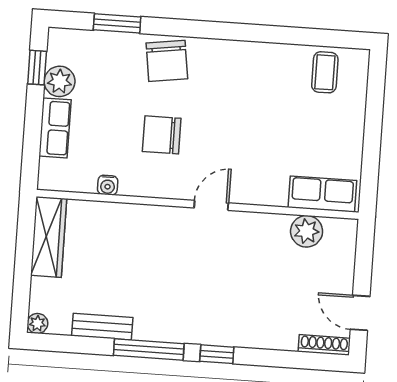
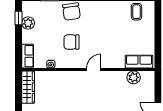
row of seats: (55, 128) -> (28, 56), moved

